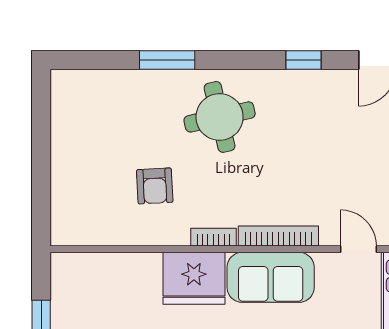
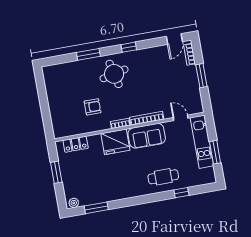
window: (304, 60) -> (129, 47), moved
armchair: (155, 186) -> (93, 107), turned -87
locker: (99, 267) -> (76, 144), added

